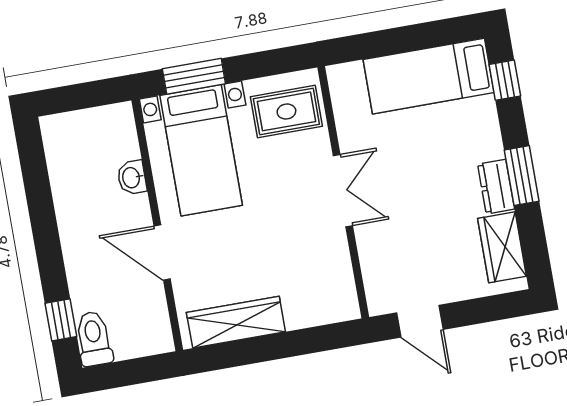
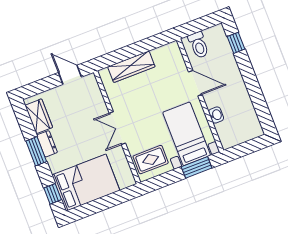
bed: (429, 76) -> (86, 183), width x1.50
wardrobe: (236, 322) -> (131, 67), moved
toilet: (94, 339) -> (199, 45), moved

